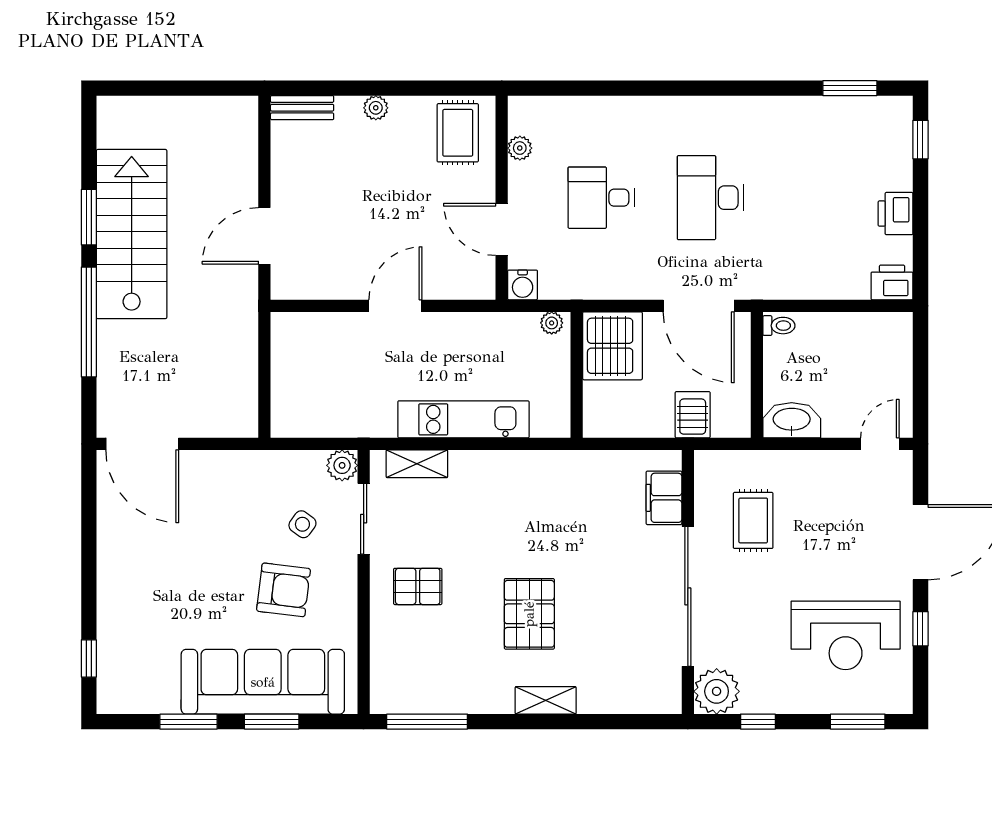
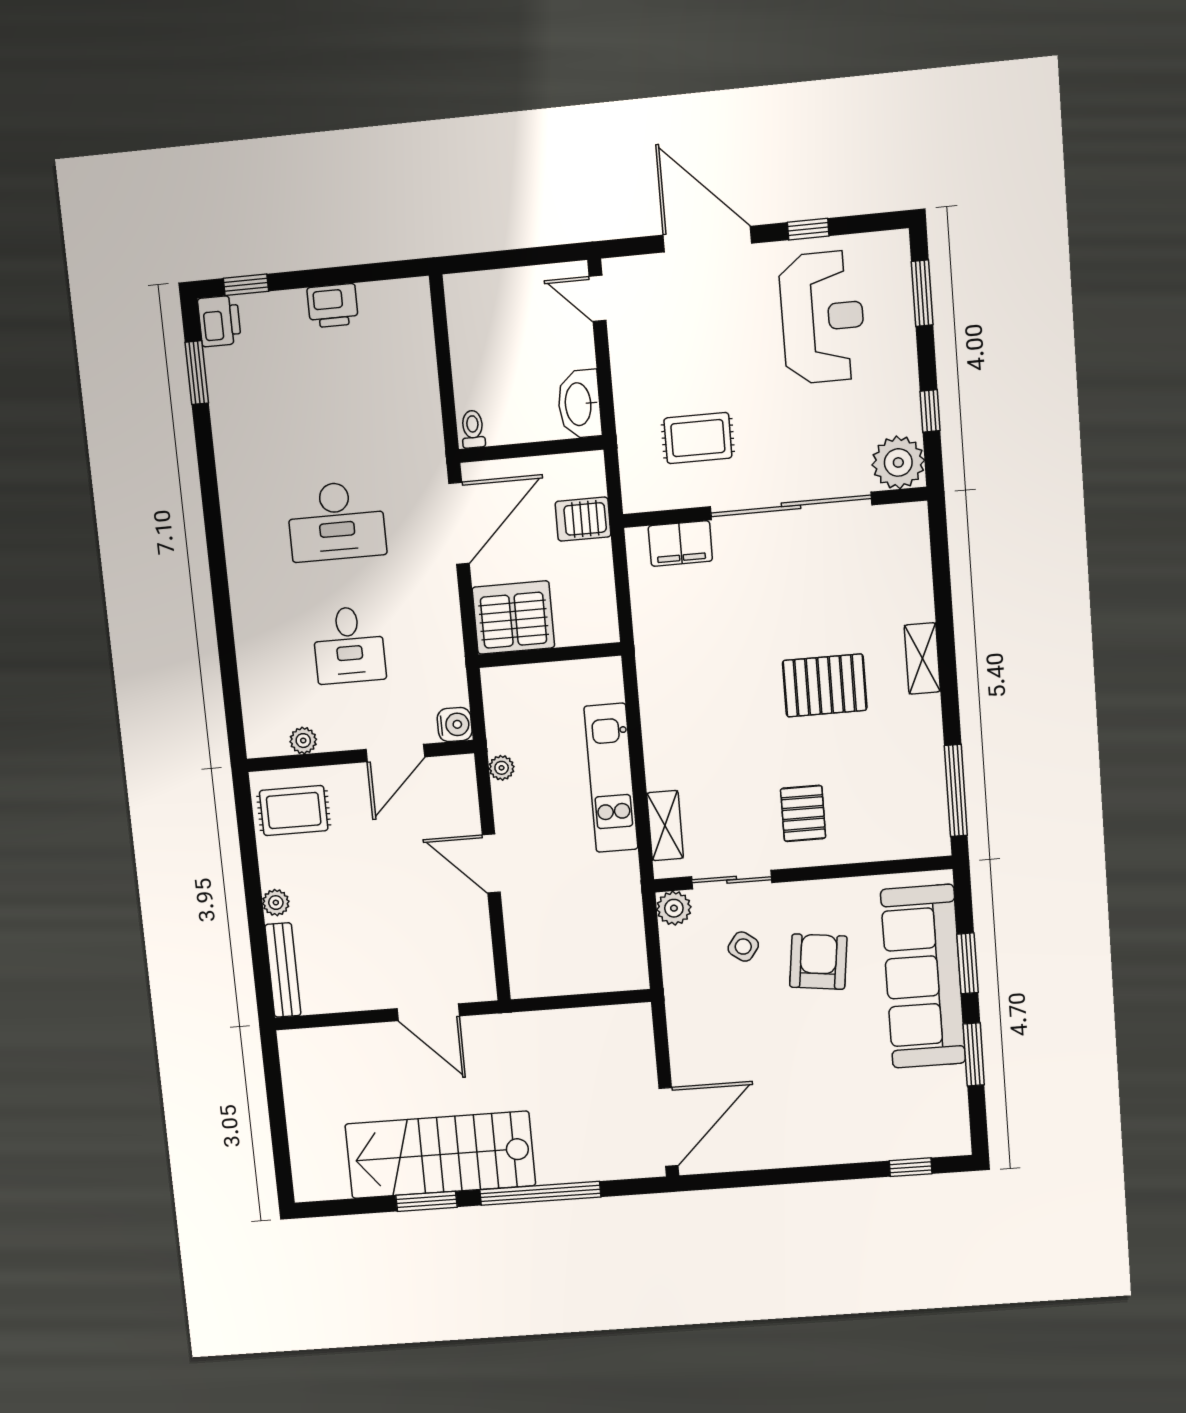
bench: (302, 108) -> (283, 970), width x1.36
printer: (892, 282) -> (219, 321), moved, turned 180
plant: (552, 323) -> (502, 768), moved

